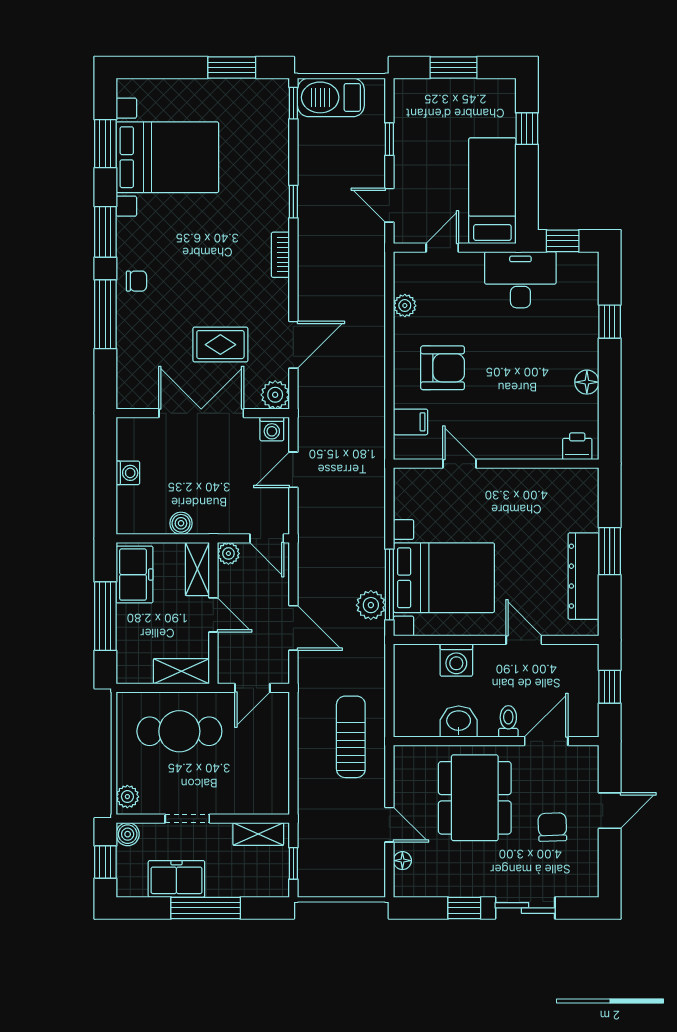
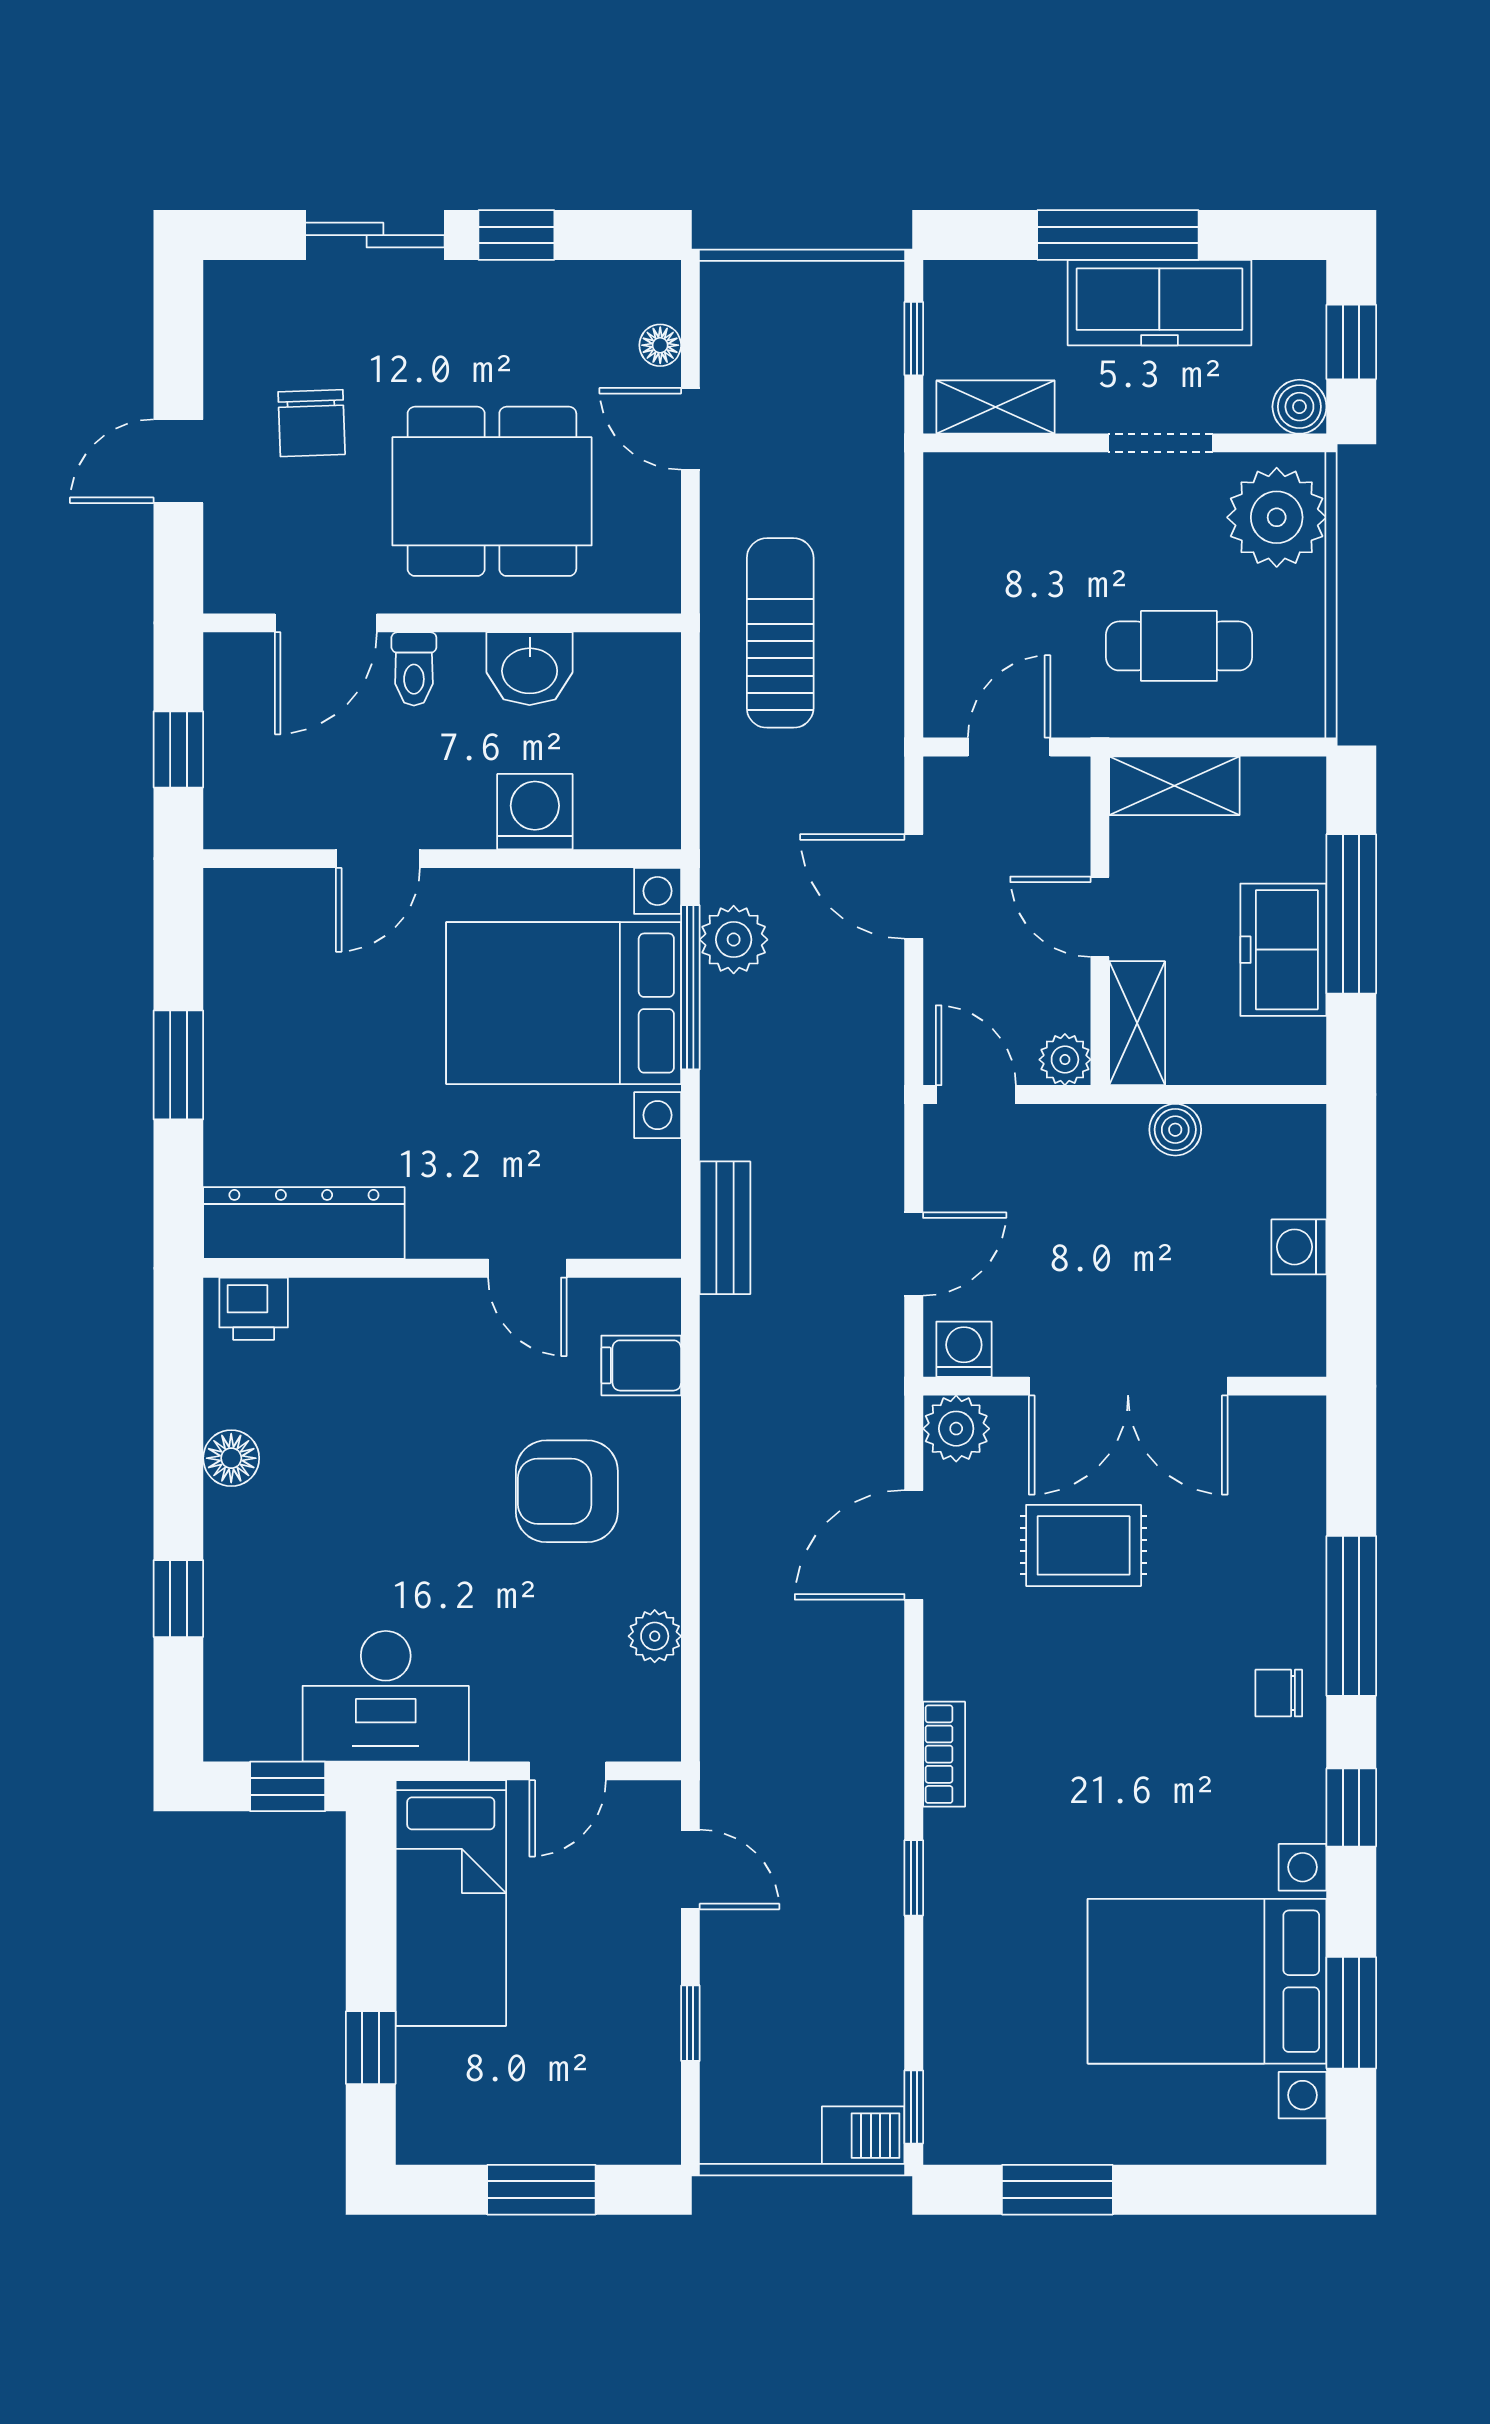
barbecue: (331, 97) -> (863, 2136), width x0.53, depth x0.65
window: (105, 232) -> (1351, 1808), width x0.67
bench: (375, 481) -> (725, 1228), added
freezer: (134, 575) -> (1283, 950), moved
dresser: (583, 576) -> (304, 1223), moved, turned -90
door: (524, 640) -> (378, 859), hinge flipped
cafe table: (179, 731) -> (1179, 646), width x0.73, depth x0.74
sun lounger: (351, 737) -> (780, 633), turned 180
plant: (127, 797) -> (1277, 517), width x1.87, depth x1.87
dining table: (475, 798) -> (492, 491), turned 90
freezer: (176, 879) -> (1159, 303), width x1.40

